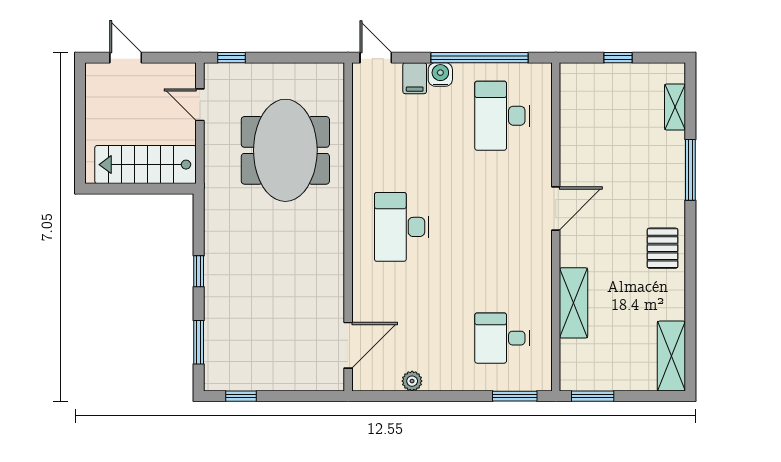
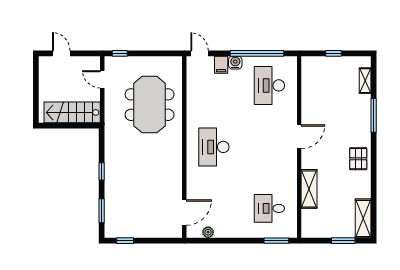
plant: (412, 381) -> (208, 232), moved
window: (593, 396) -> (343, 241), moved

